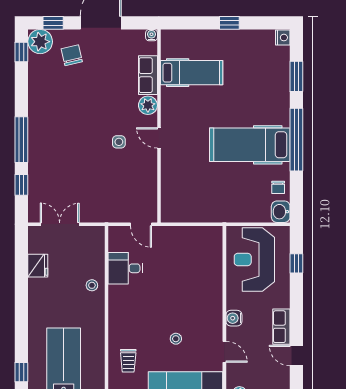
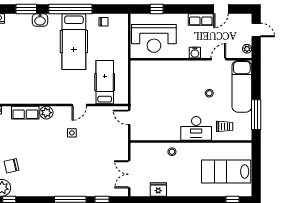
hospital bed: (192, 73) -> (105, 82), moved
door: (159, 138) -> (79, 105), moved
washbasin: (281, 212) -> (40, 20), moved
door: (141, 224) -> (129, 117), swing flipped
desk: (125, 268) -> (196, 128), moved, width x1.37

